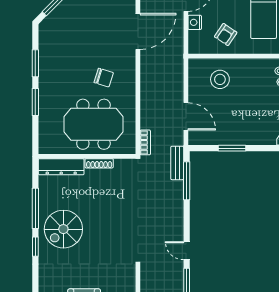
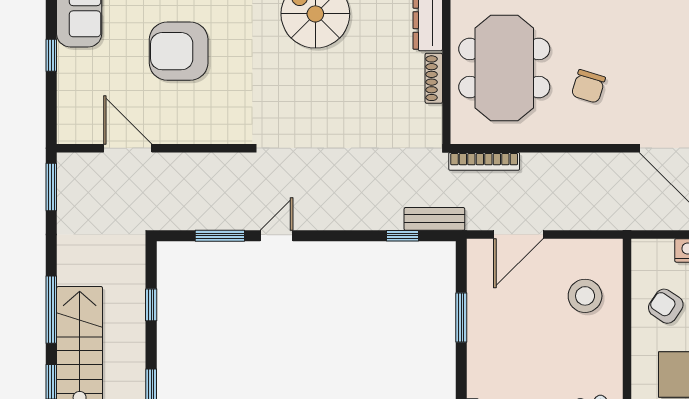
bookcase: (145, 142) -> (484, 161), width x1.56
window: (187, 181) -> (403, 236), width x0.46

